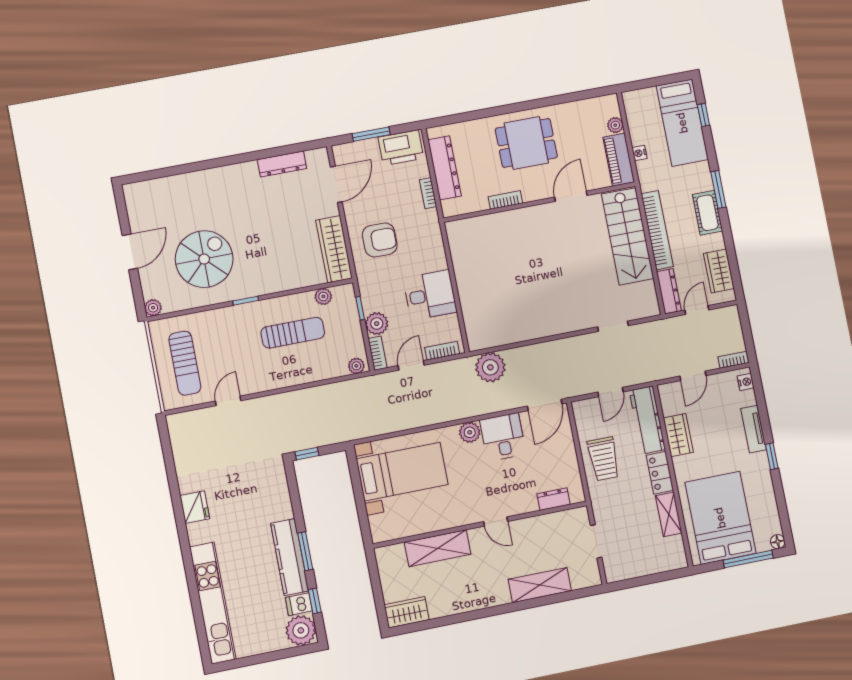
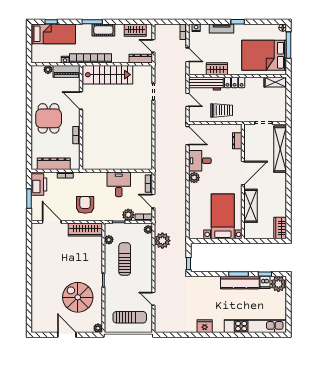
dresser: (282, 164) -> (36, 248), removed
bookcase: (657, 230) -> (90, 58), moved
plant: (490, 367) -> (162, 241), moved
bed with nightstands: (402, 472) -> (223, 216), moved
shelving: (669, 514) -> (275, 82), moved
door: (496, 522) -> (243, 173), width x1.88
shelving: (540, 585) -> (280, 149), width x1.47

